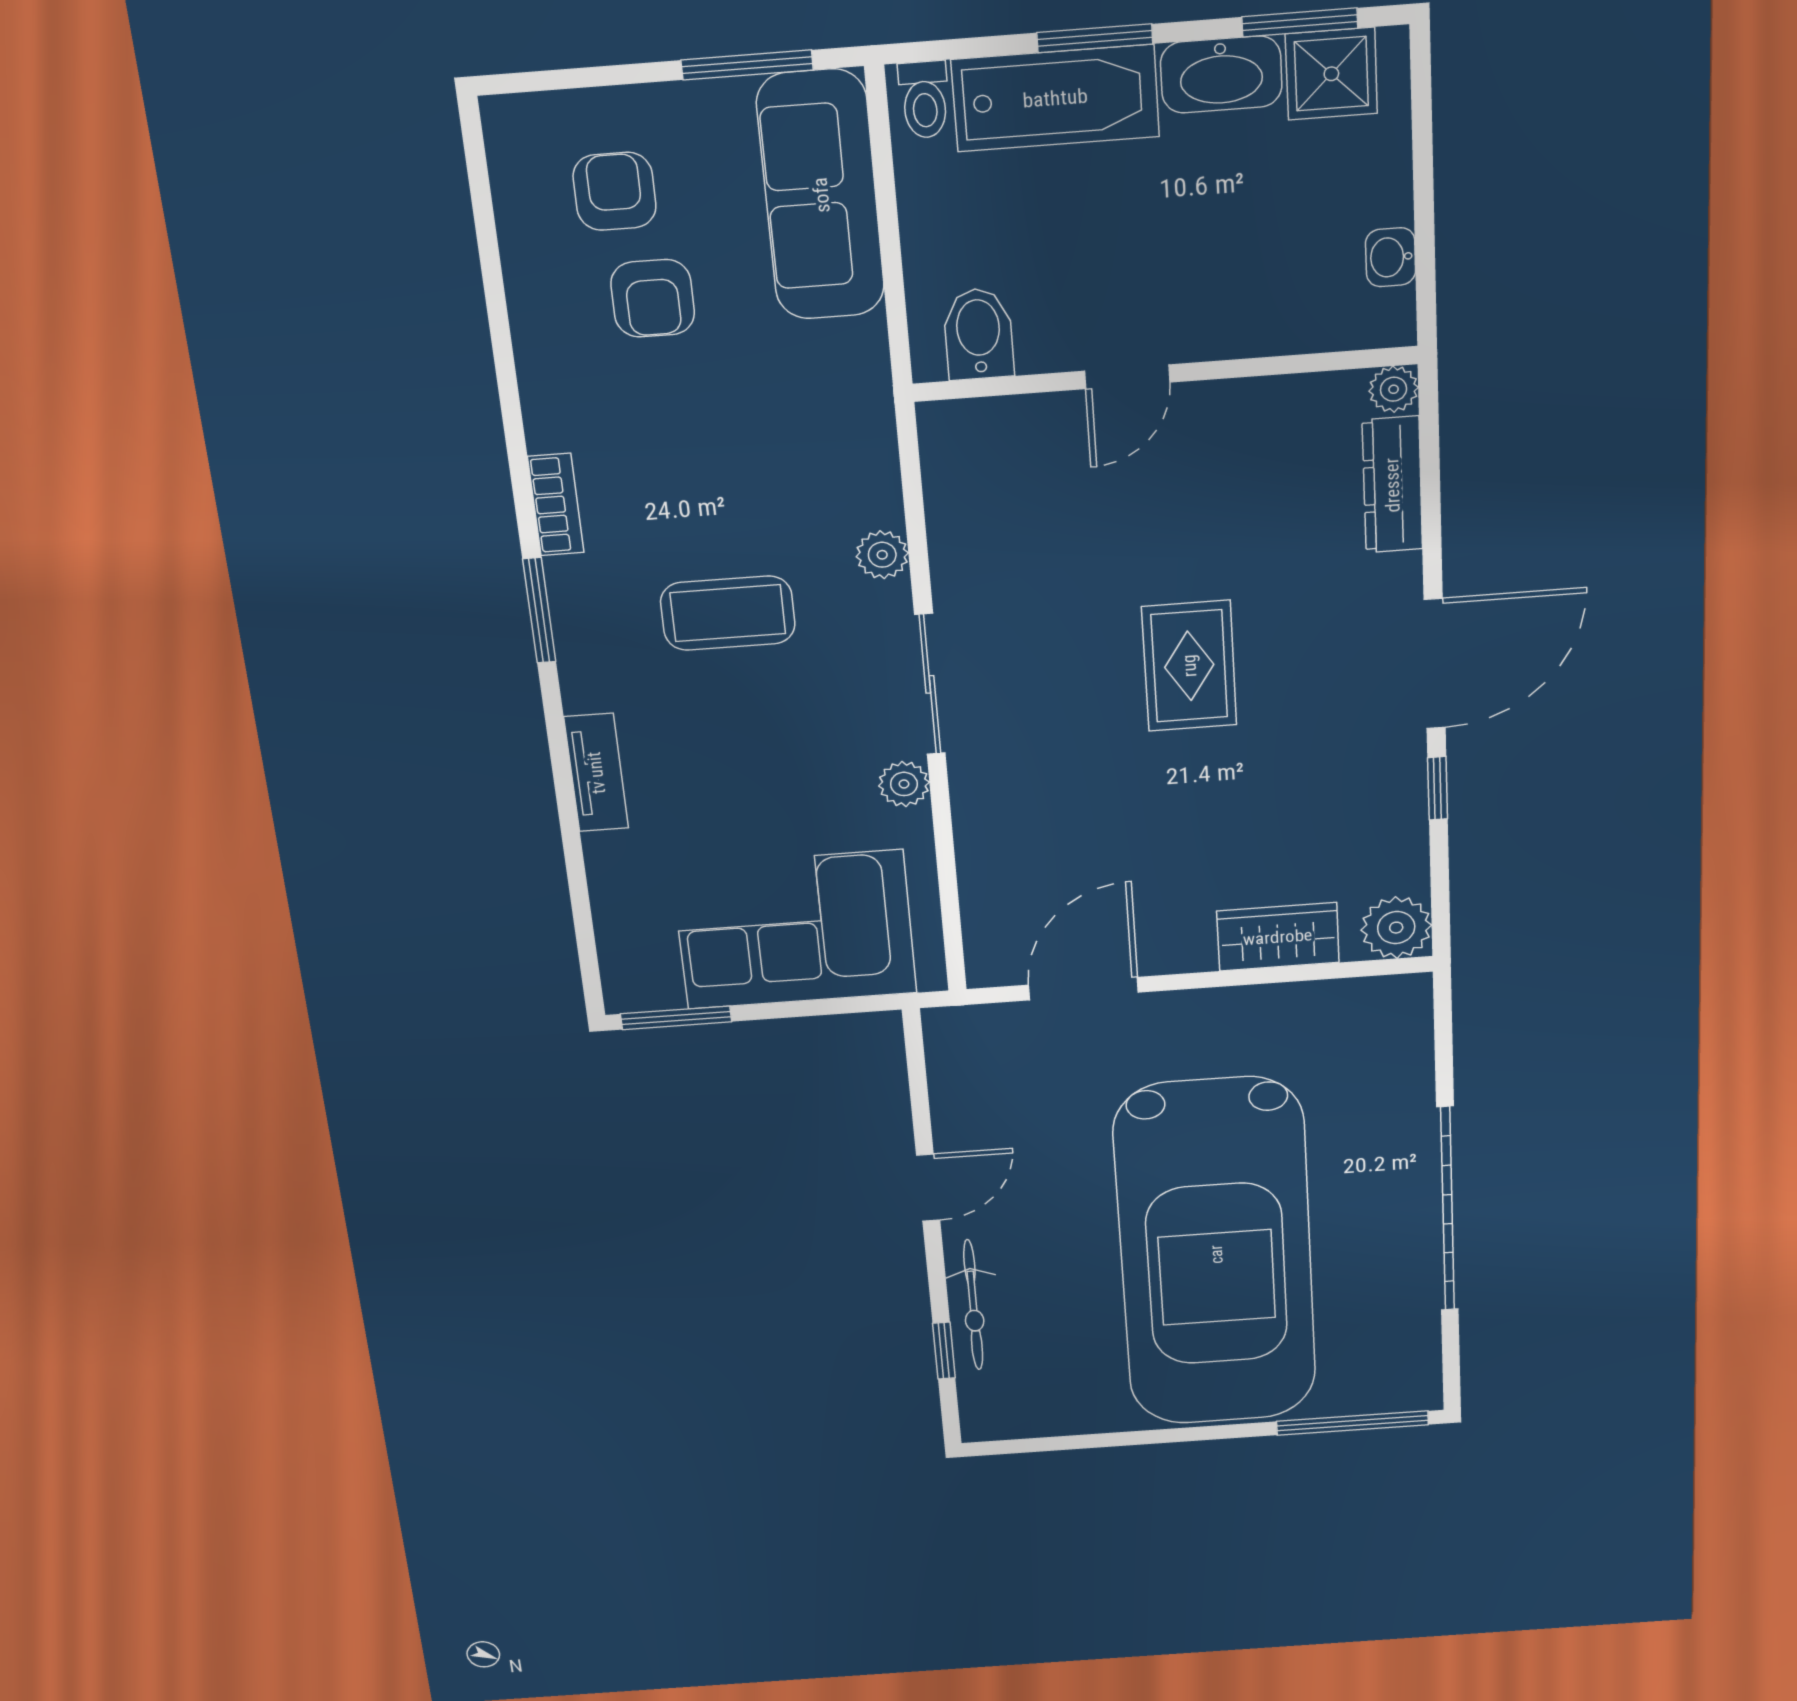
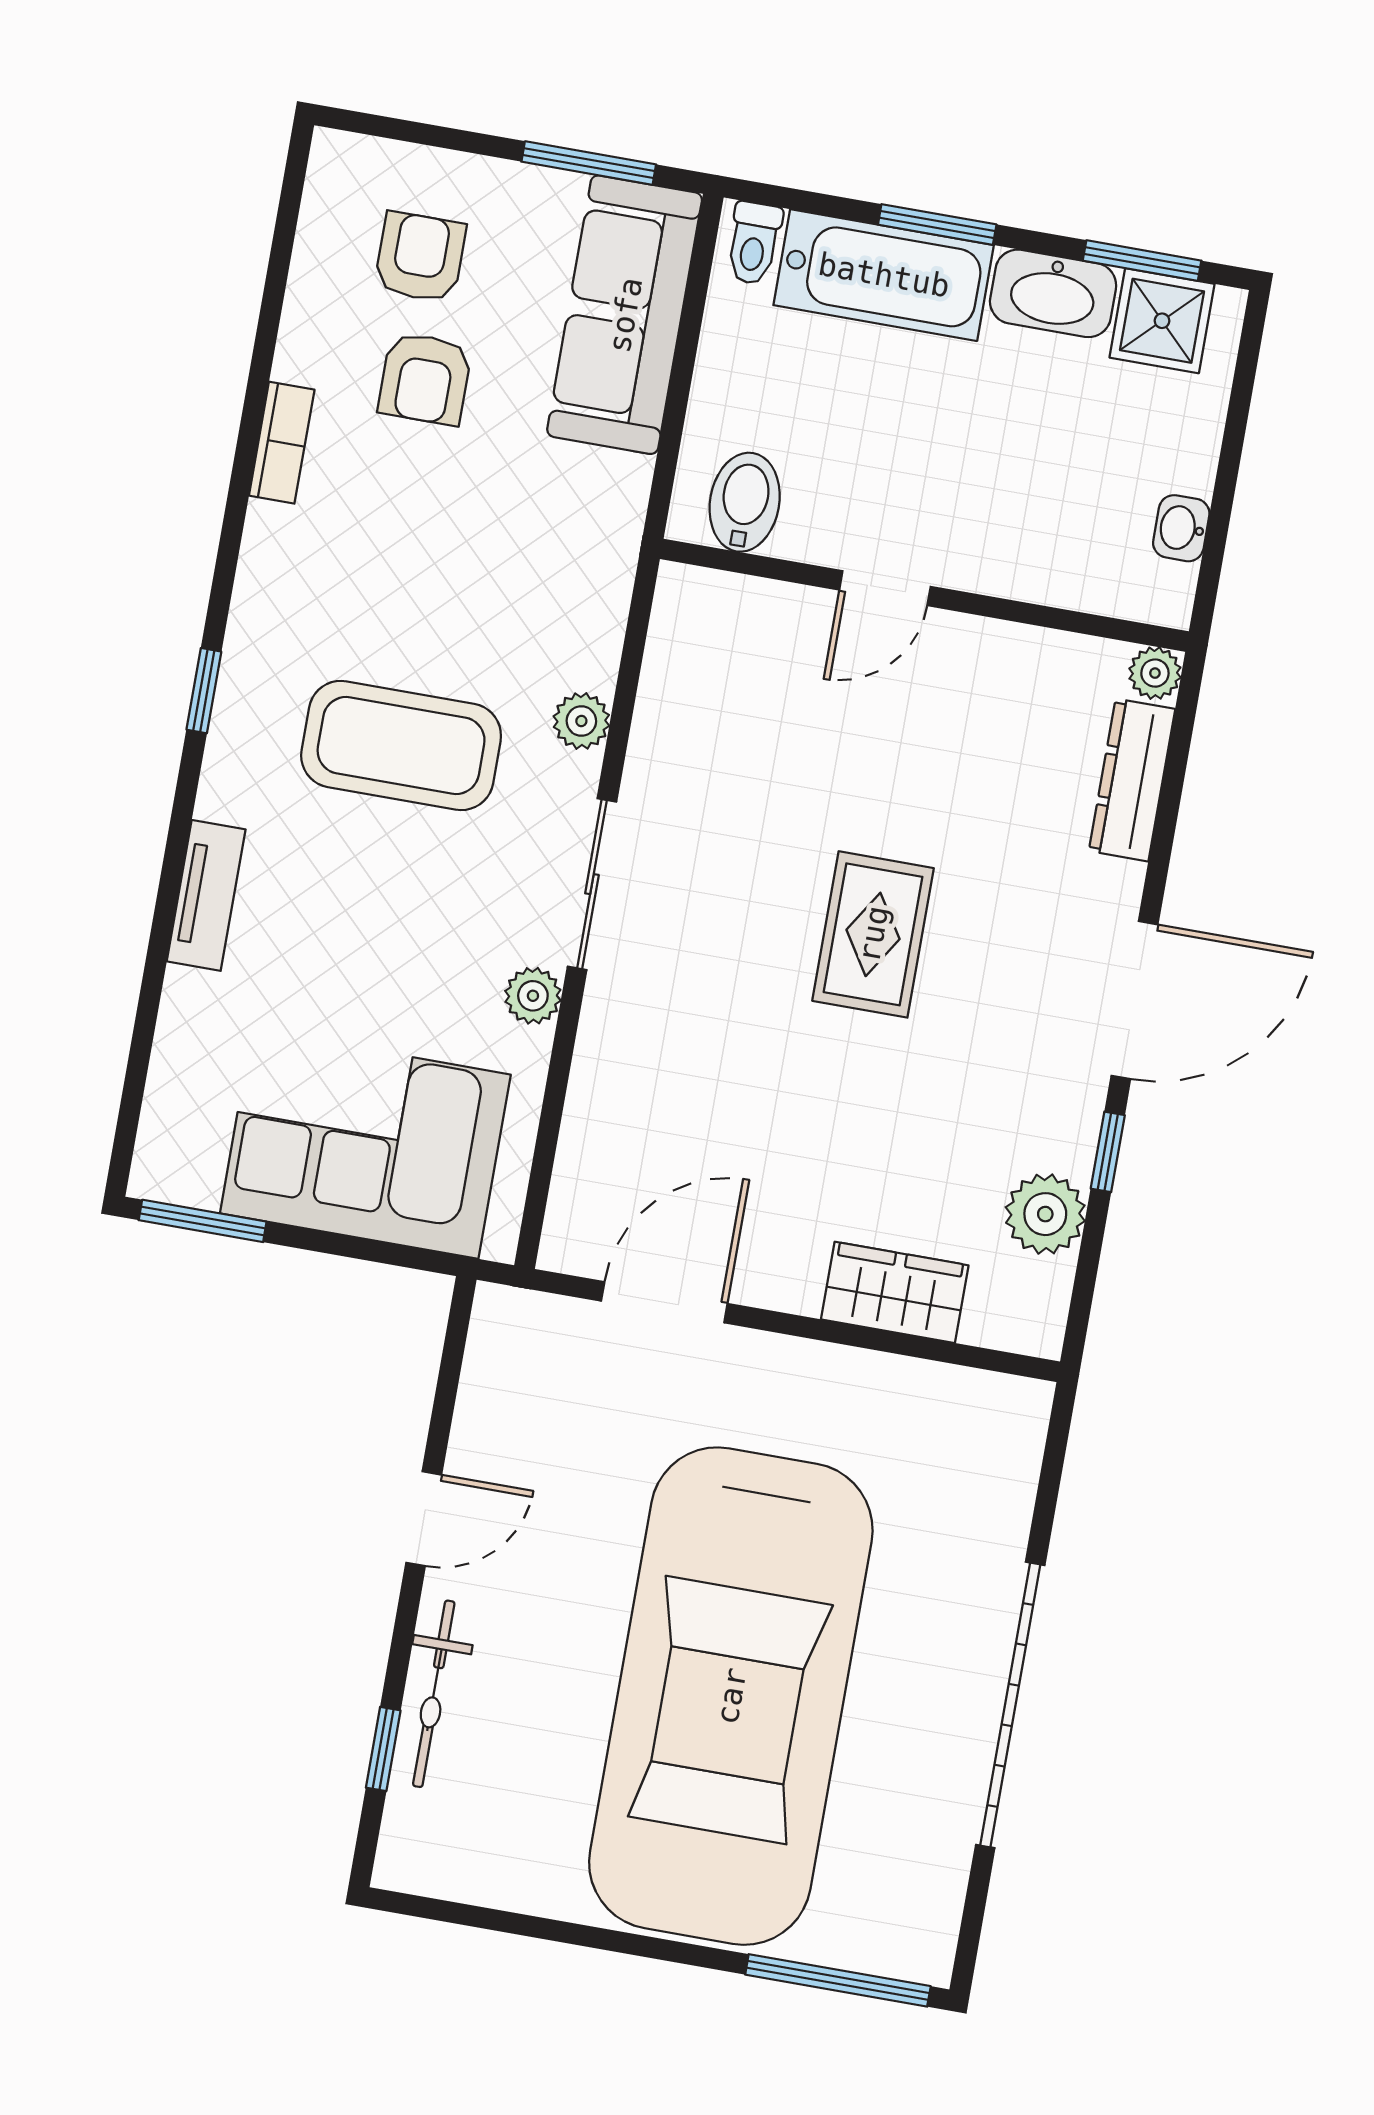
bookcase: (556, 505) -> (282, 443), moved
window: (539, 610) -> (204, 691), width x0.67
coffee table: (728, 613) -> (401, 745), width x1.36, depth x1.32
plant: (1396, 928) -> (1045, 1214), moved

